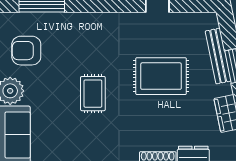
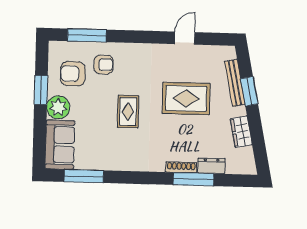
armchair: (62, 39) -> (104, 65), added

